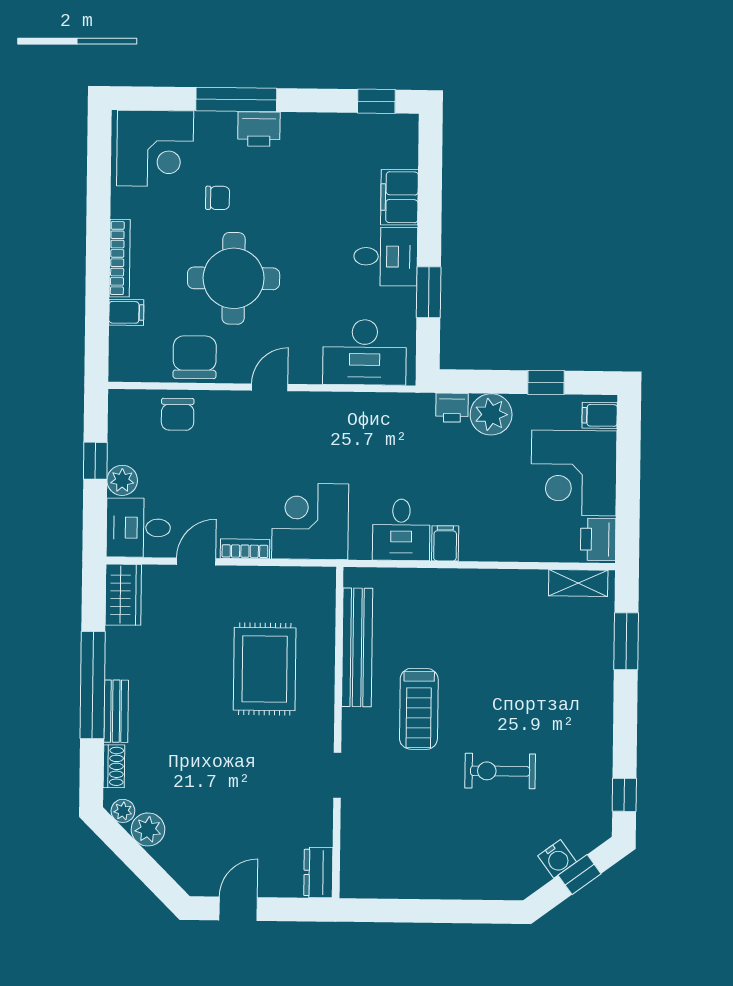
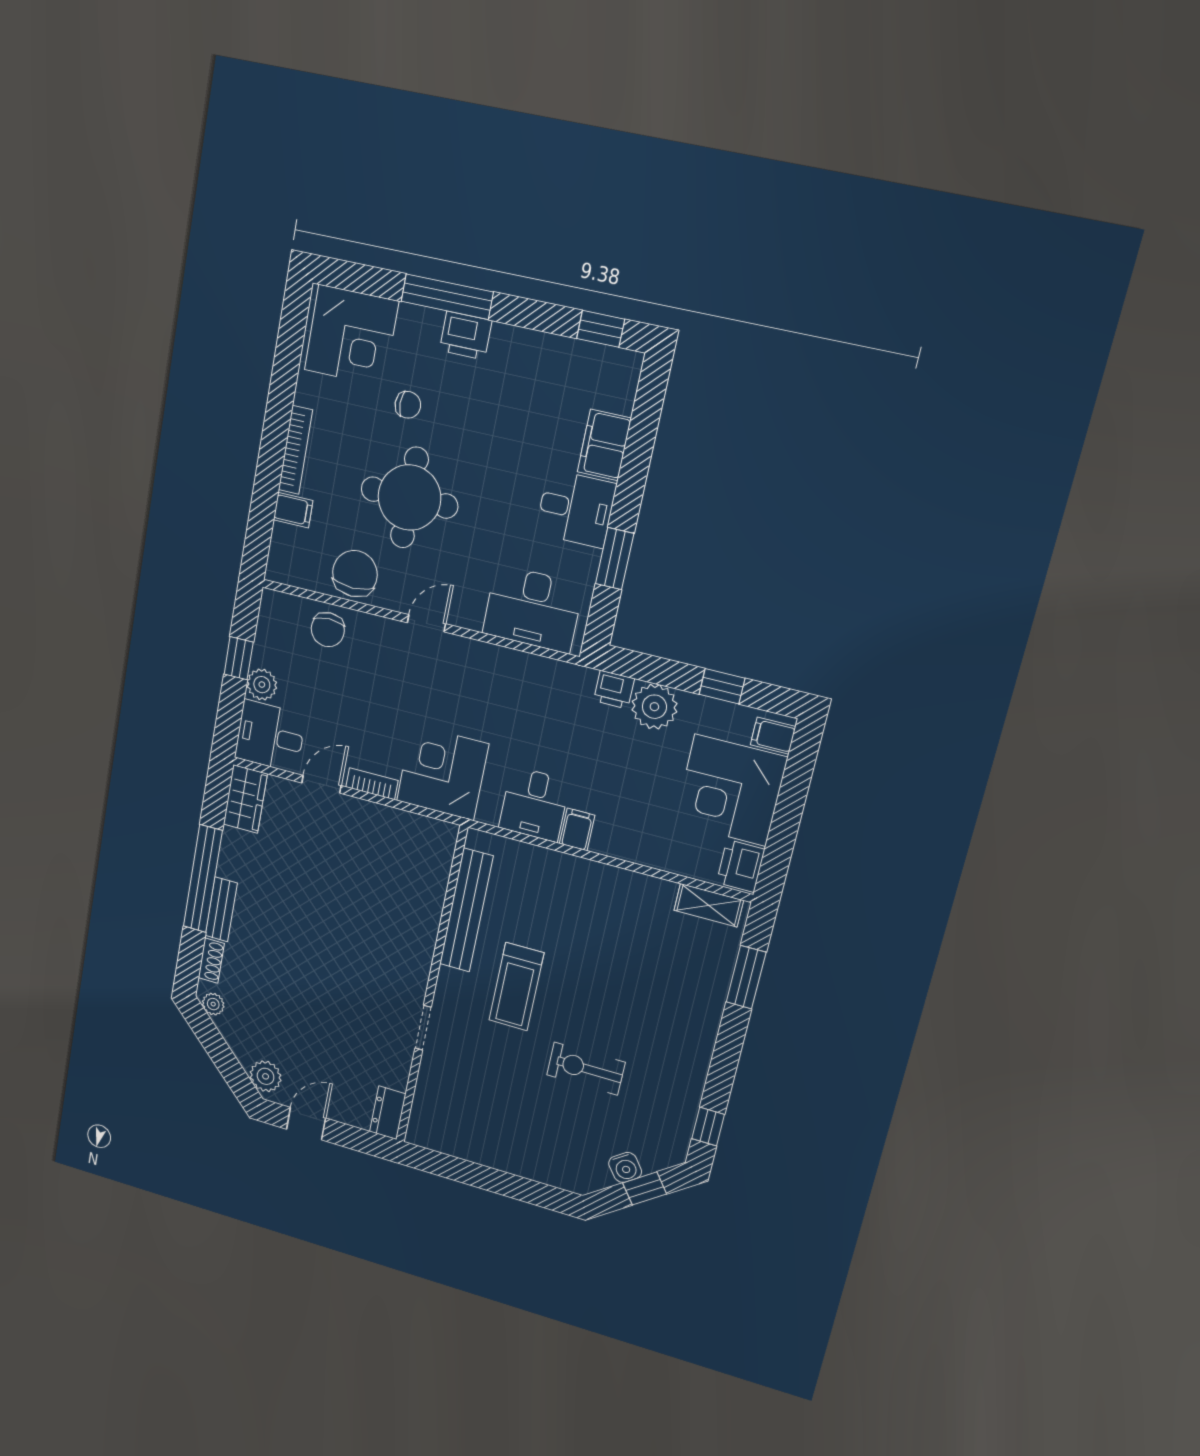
rug: (265, 669) -> (371, 907), removed
plant: (148, 829) -> (266, 1076), moved

